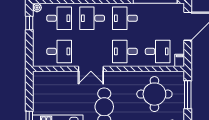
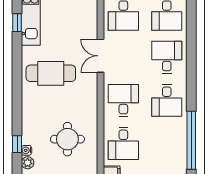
desk: (125, 18) -> (167, 100), turned 180
round table: (154, 94) -> (67, 139), width x0.73, depth x0.73

